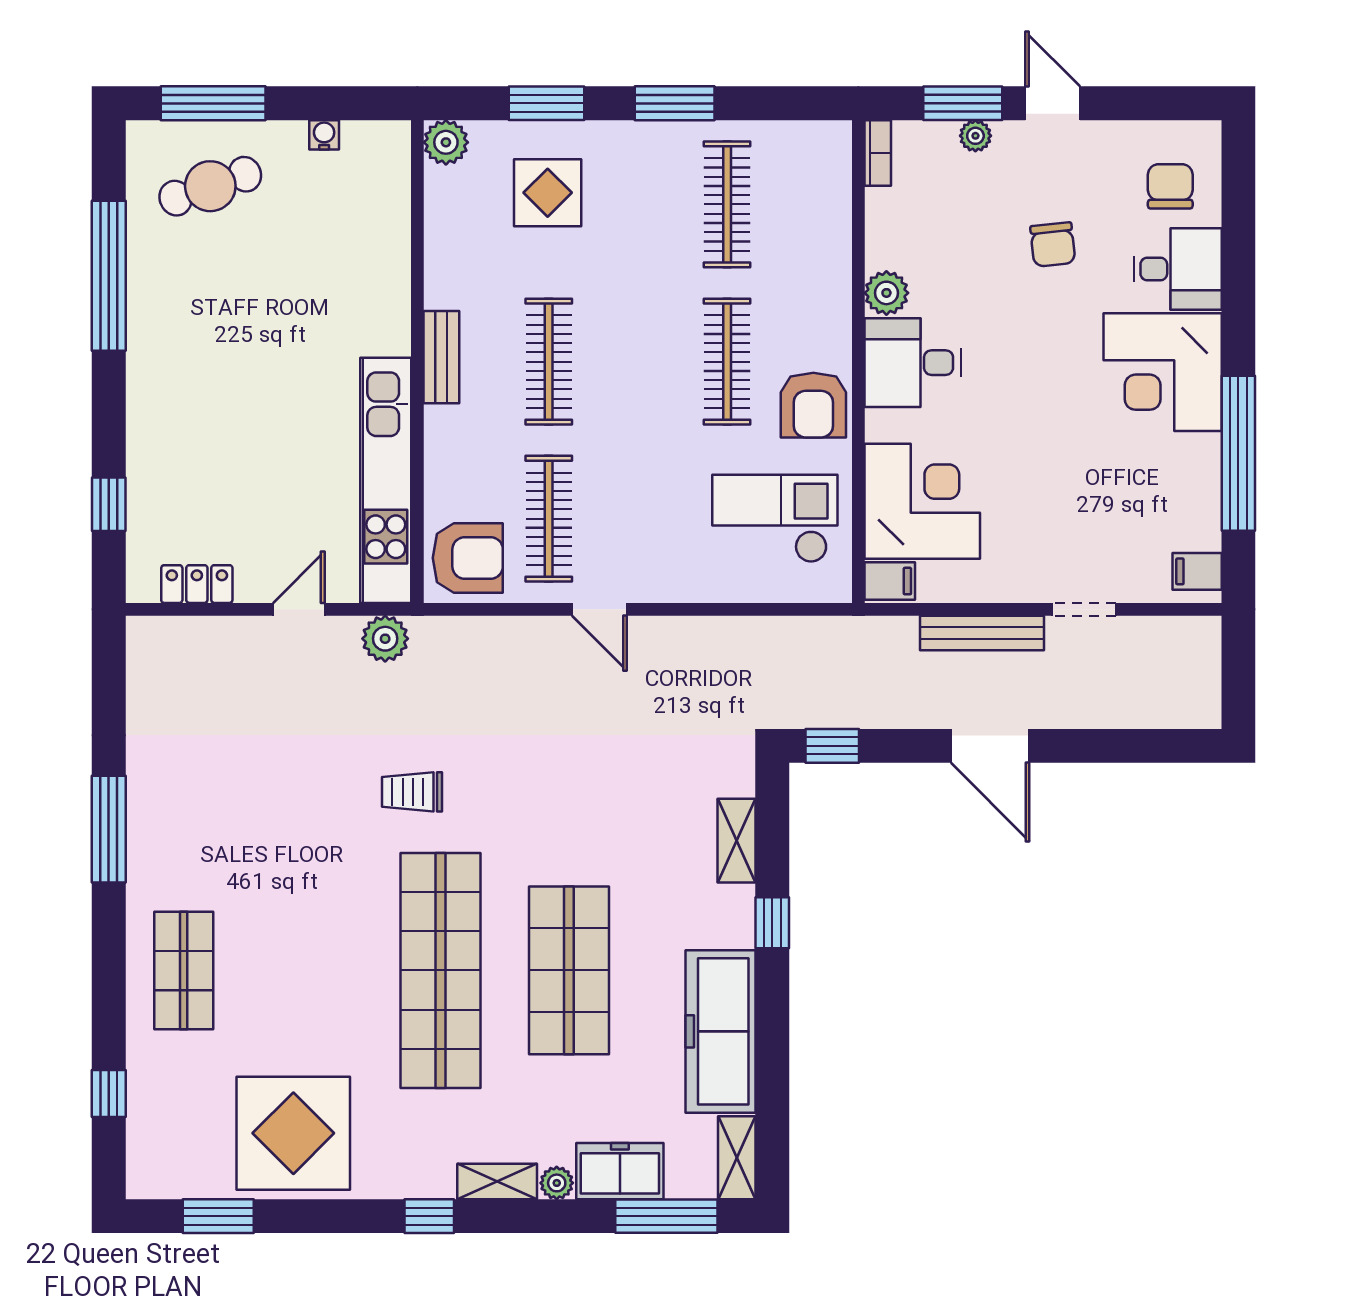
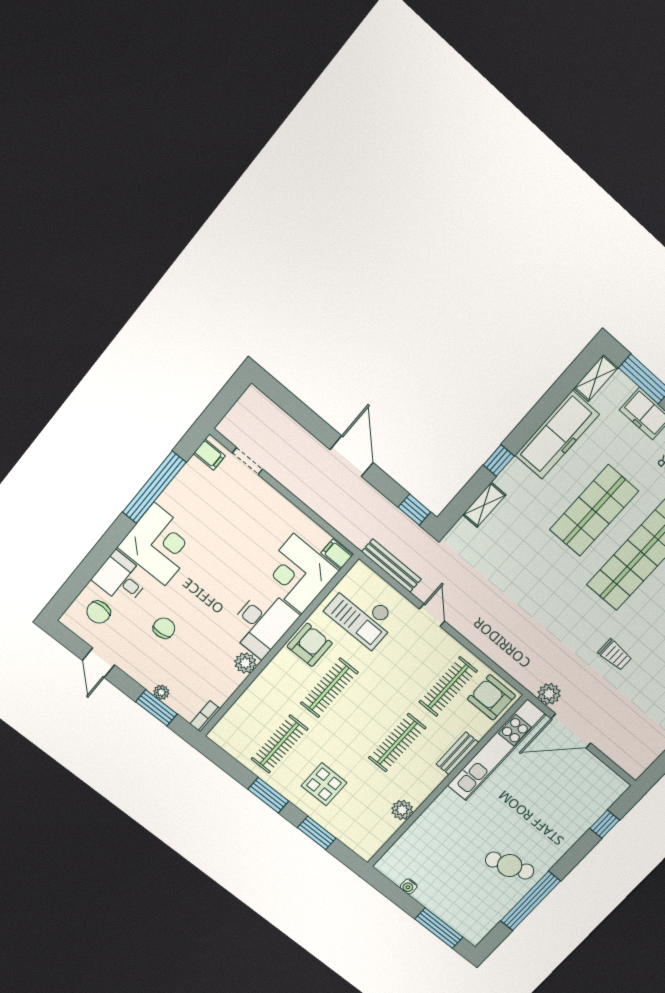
door: (1053, 103) -> (98, 663), moved
plant: (446, 142) -> (402, 810), moved
cafe table: (210, 186) -> (510, 866), moved
display table: (548, 193) -> (324, 784), moved
bench: (441, 357) -> (457, 753), moved
desk: (913, 363) -> (262, 623), width x1.37
locker: (197, 584) -> (600, 771), removed
door: (299, 609) -> (571, 731), width x1.88
door: (599, 609) -> (432, 615), moved
doorway: (1084, 609) -> (247, 461), moved
bench: (982, 633) -> (391, 566), moved
trolley: (412, 792) -> (615, 655), moved

